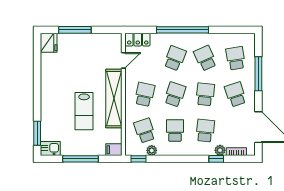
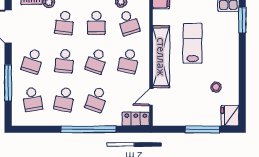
school desk: (205, 58) -> (64, 99), turned 36
stool: (62, 70) -> (216, 87), added
school desk: (235, 94) -> (32, 61), turned 36

